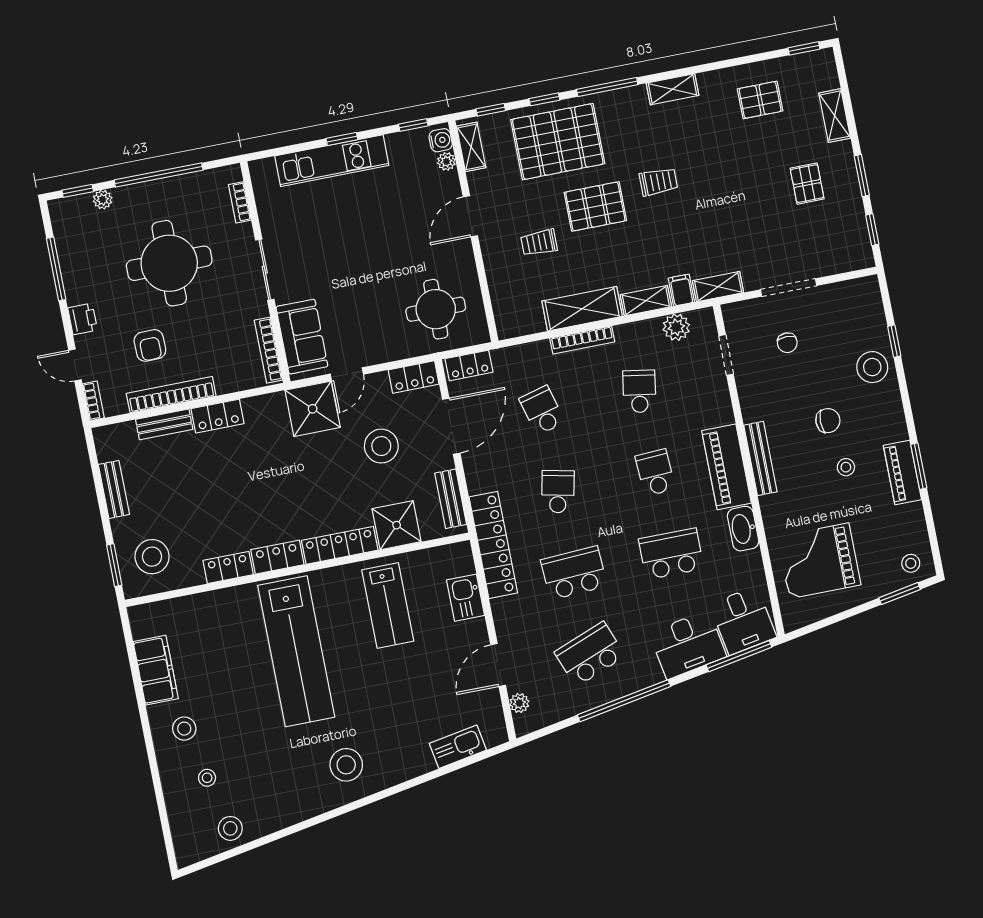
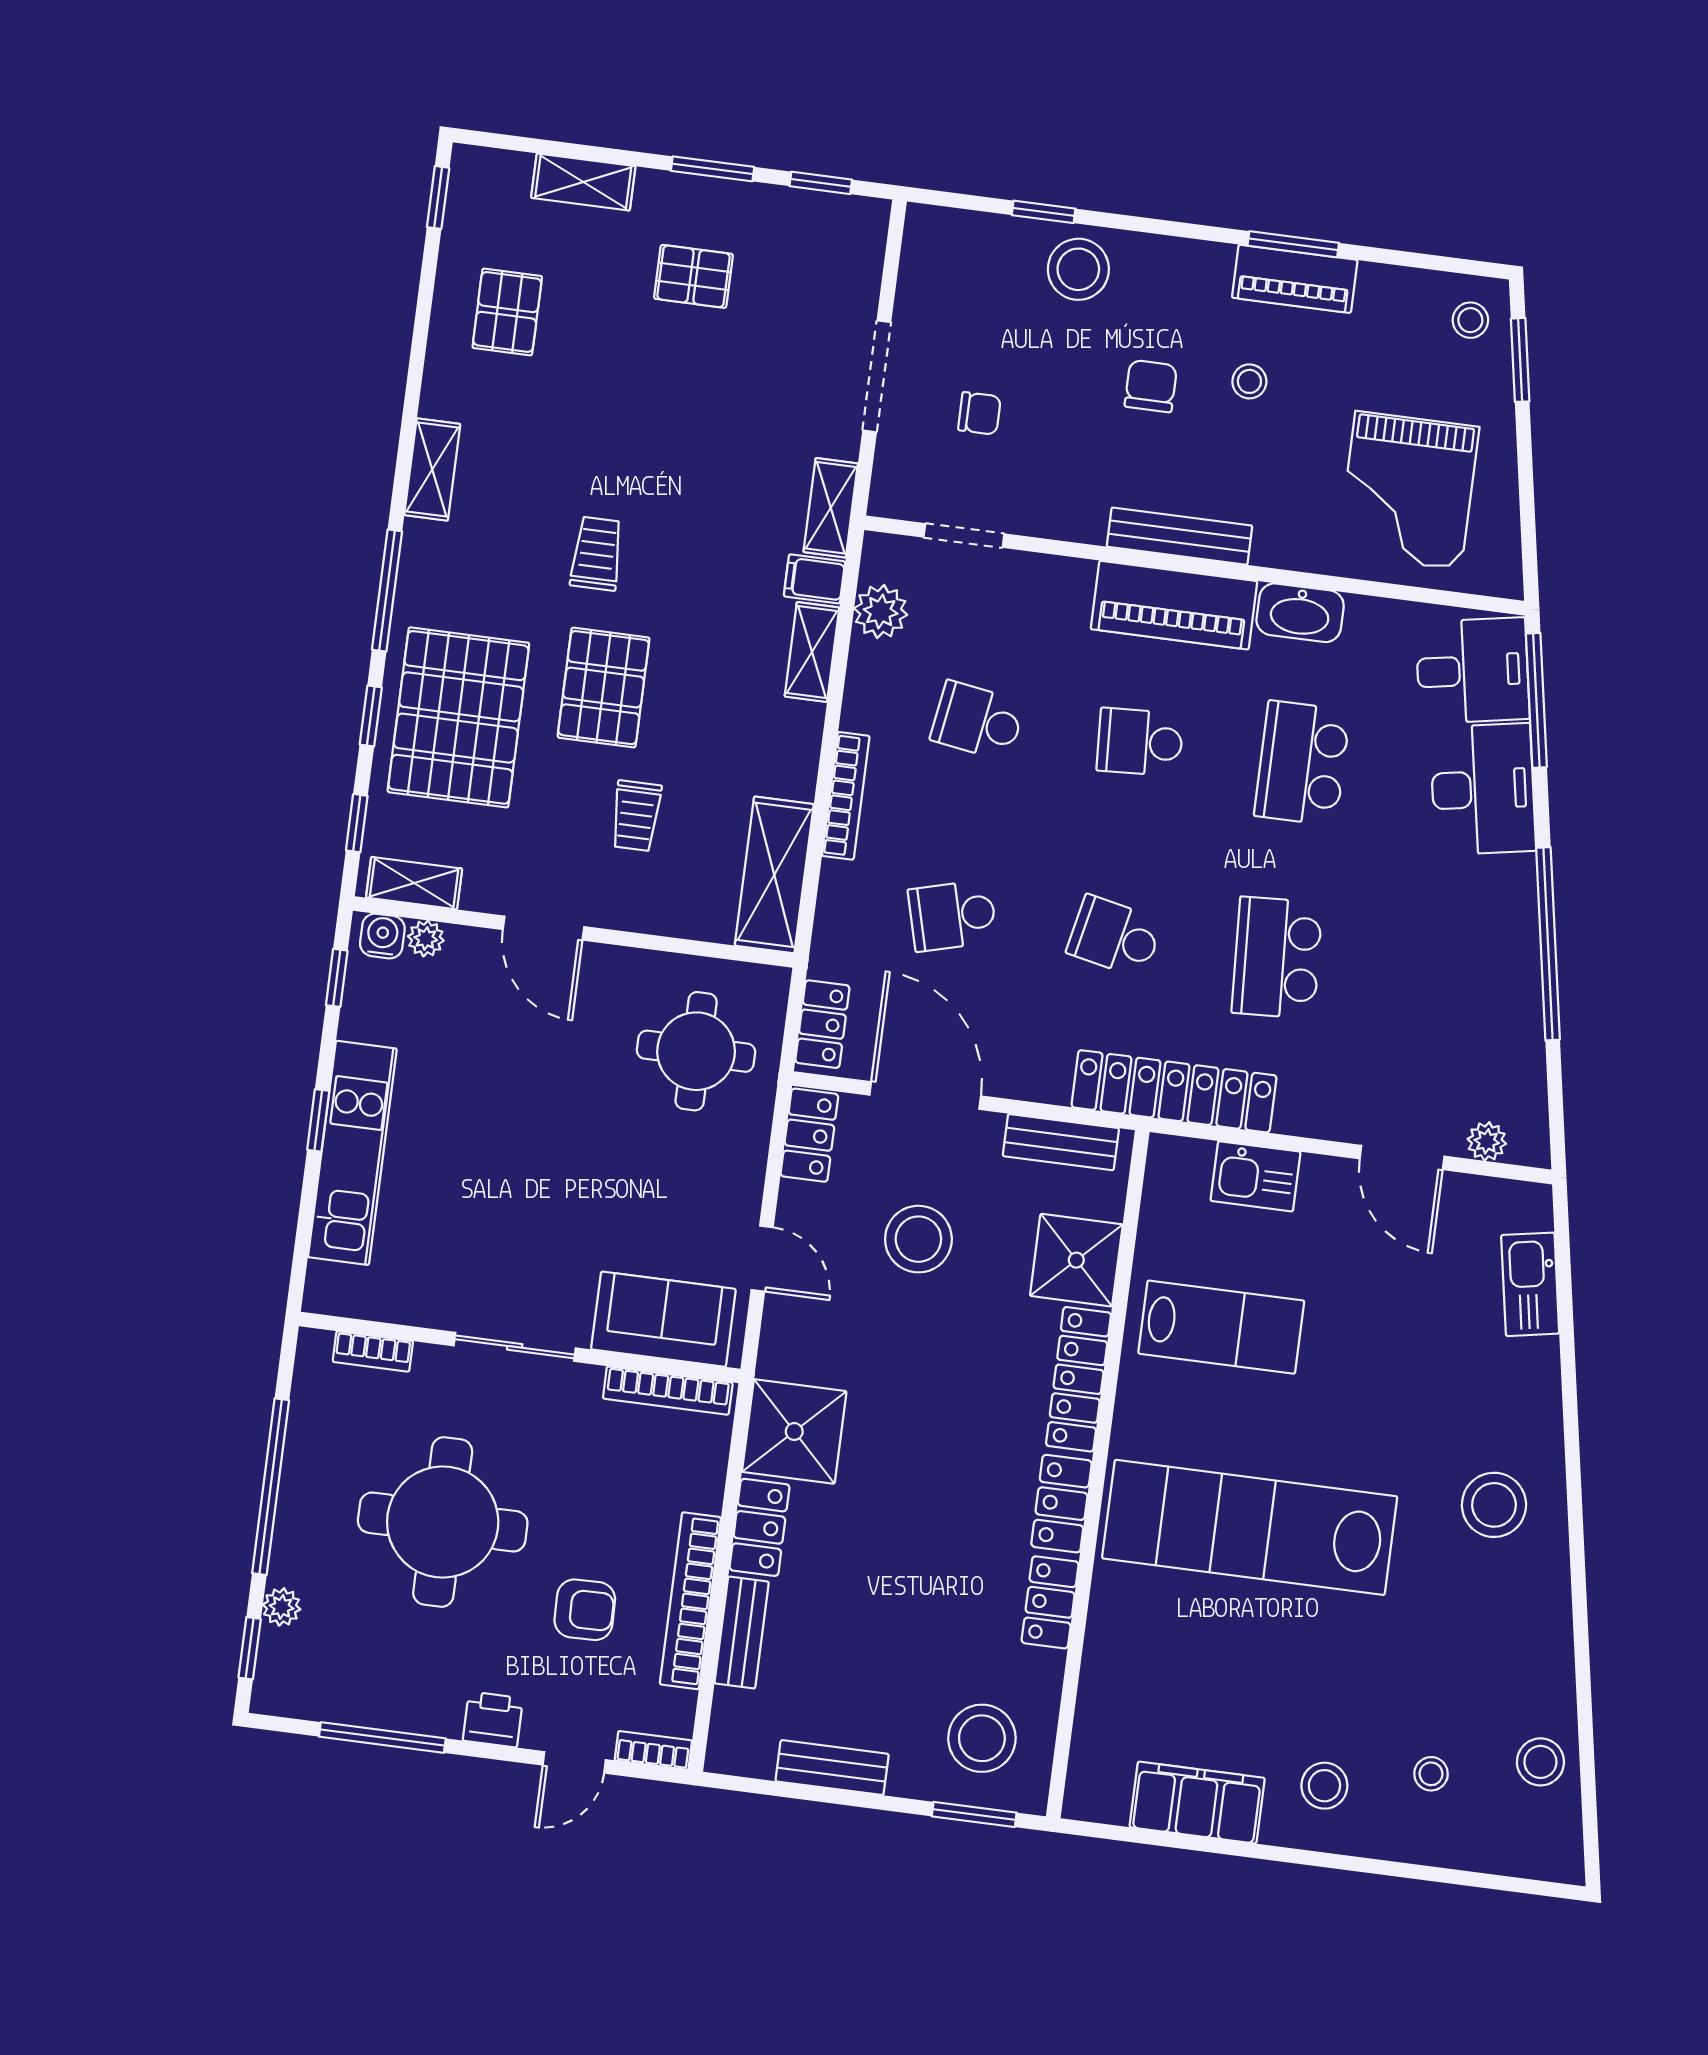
shelving: (582, 309) -> (774, 875), moved
shower: (313, 409) -> (794, 1431), moved
lab bench: (296, 651) -> (1250, 1527), turned 180
school desk: (590, 654) -> (1439, 979), removed

